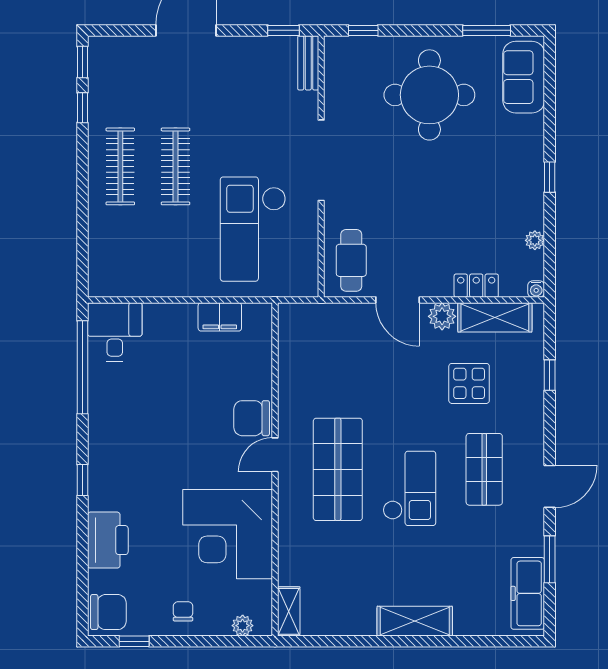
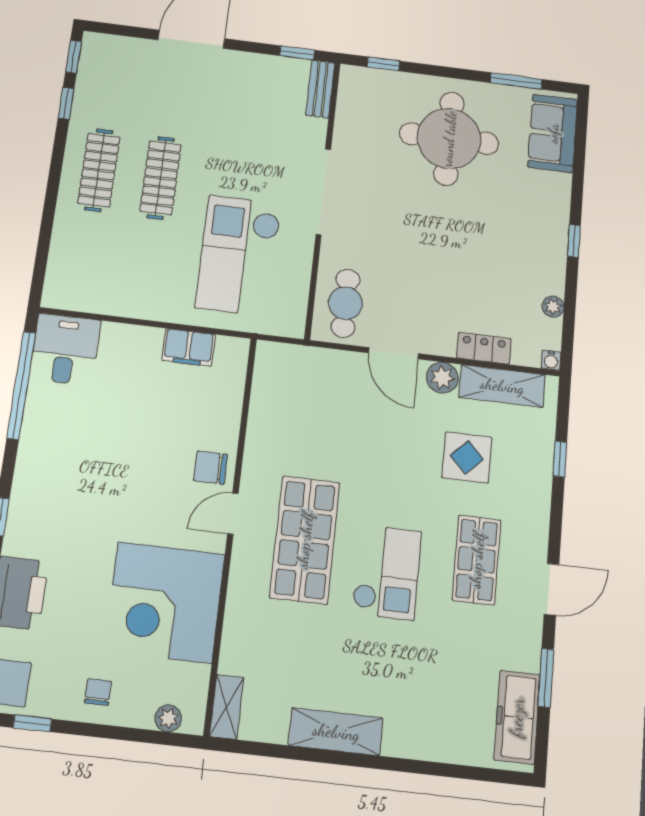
chair: (252, 418) -> (211, 468), width x0.73, depth x0.73
shelving: (415, 621) -> (336, 732), moved

